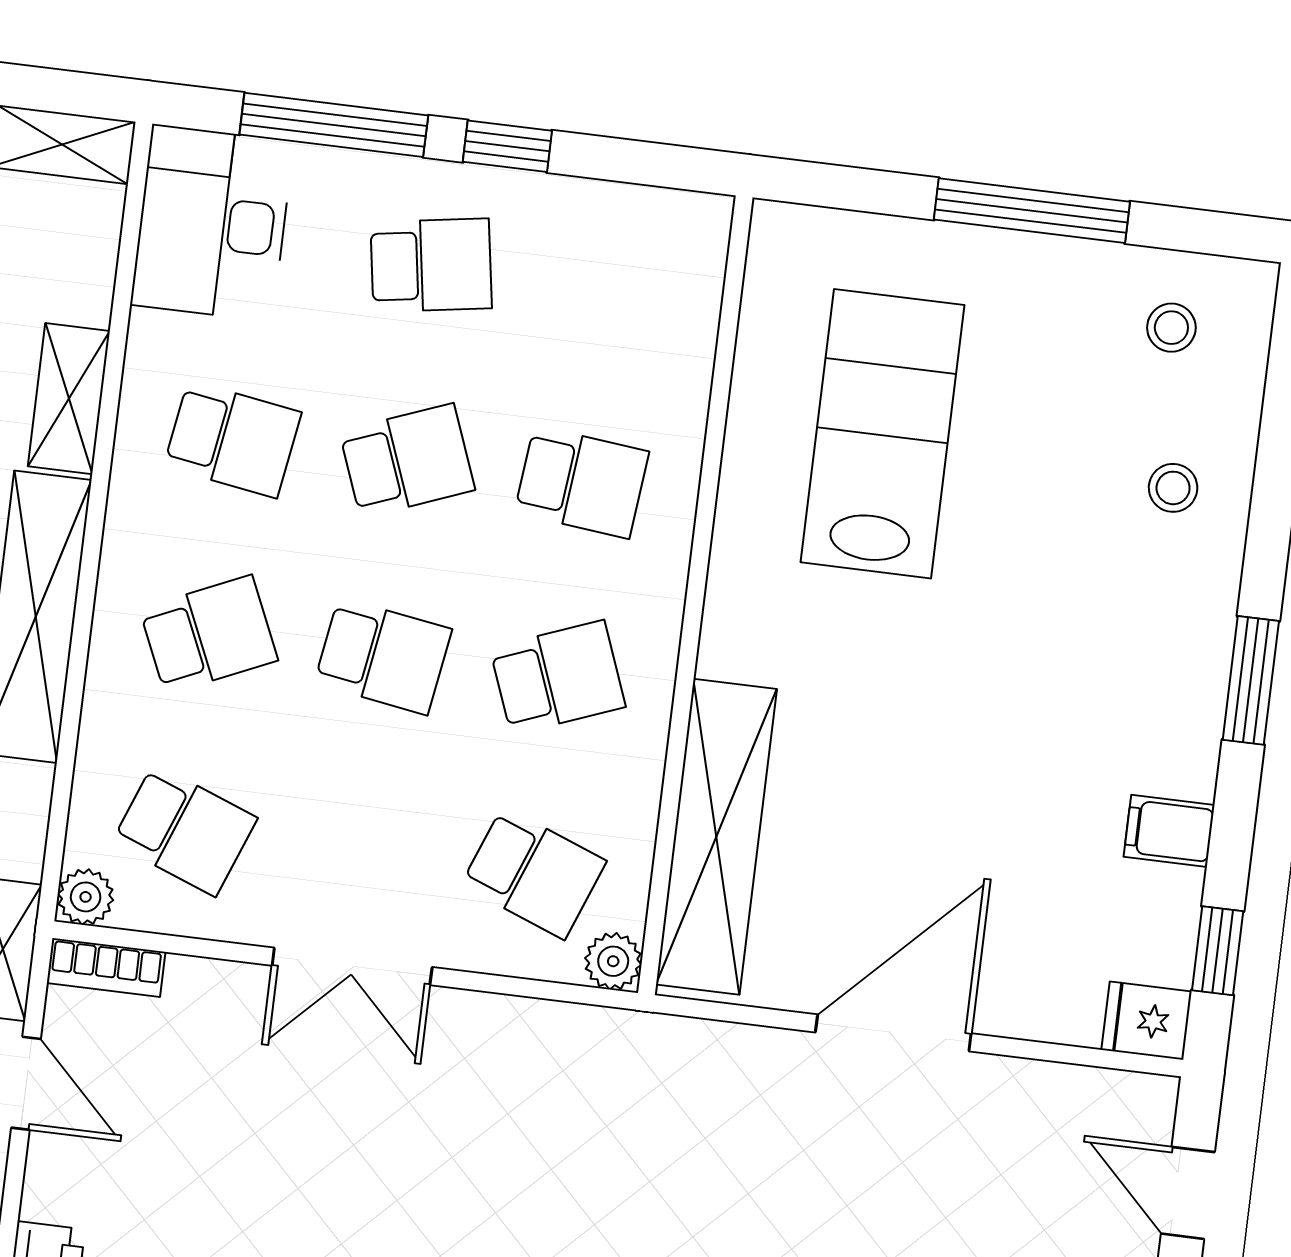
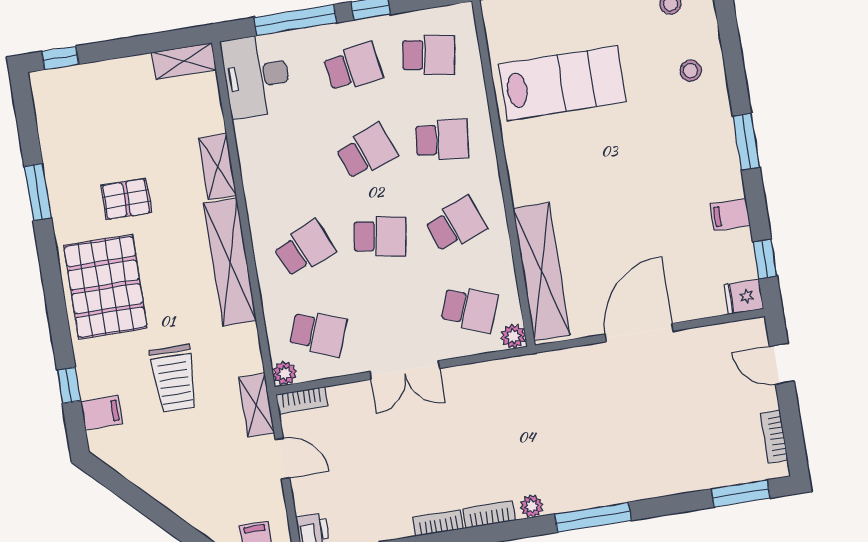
lab bench: (883, 434) -> (562, 83), turned 90
school desk: (233, 439) -> (429, 55), moved

